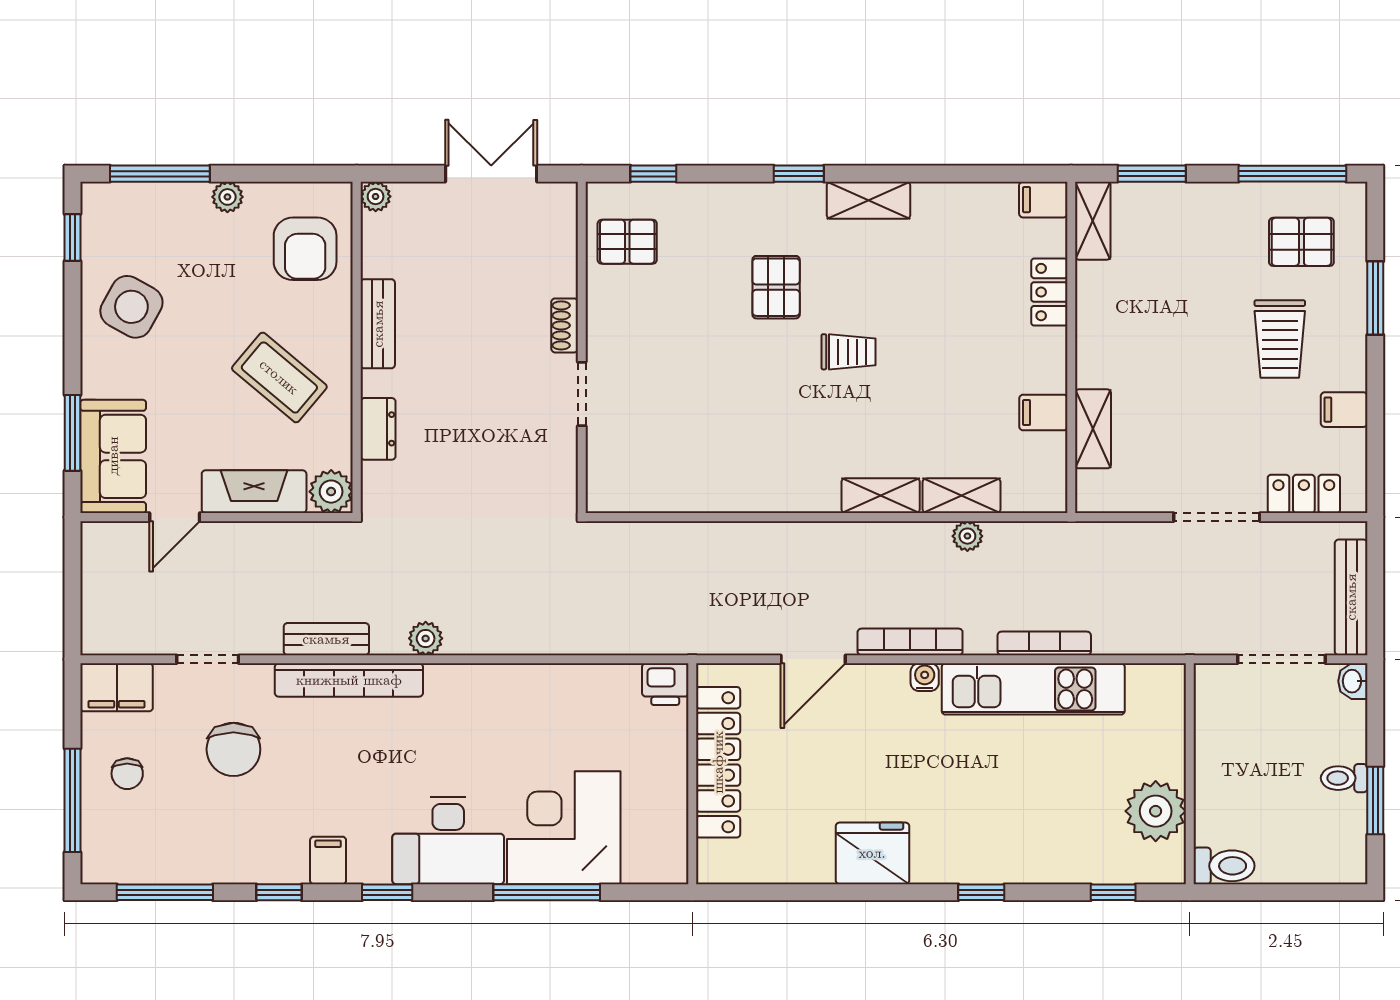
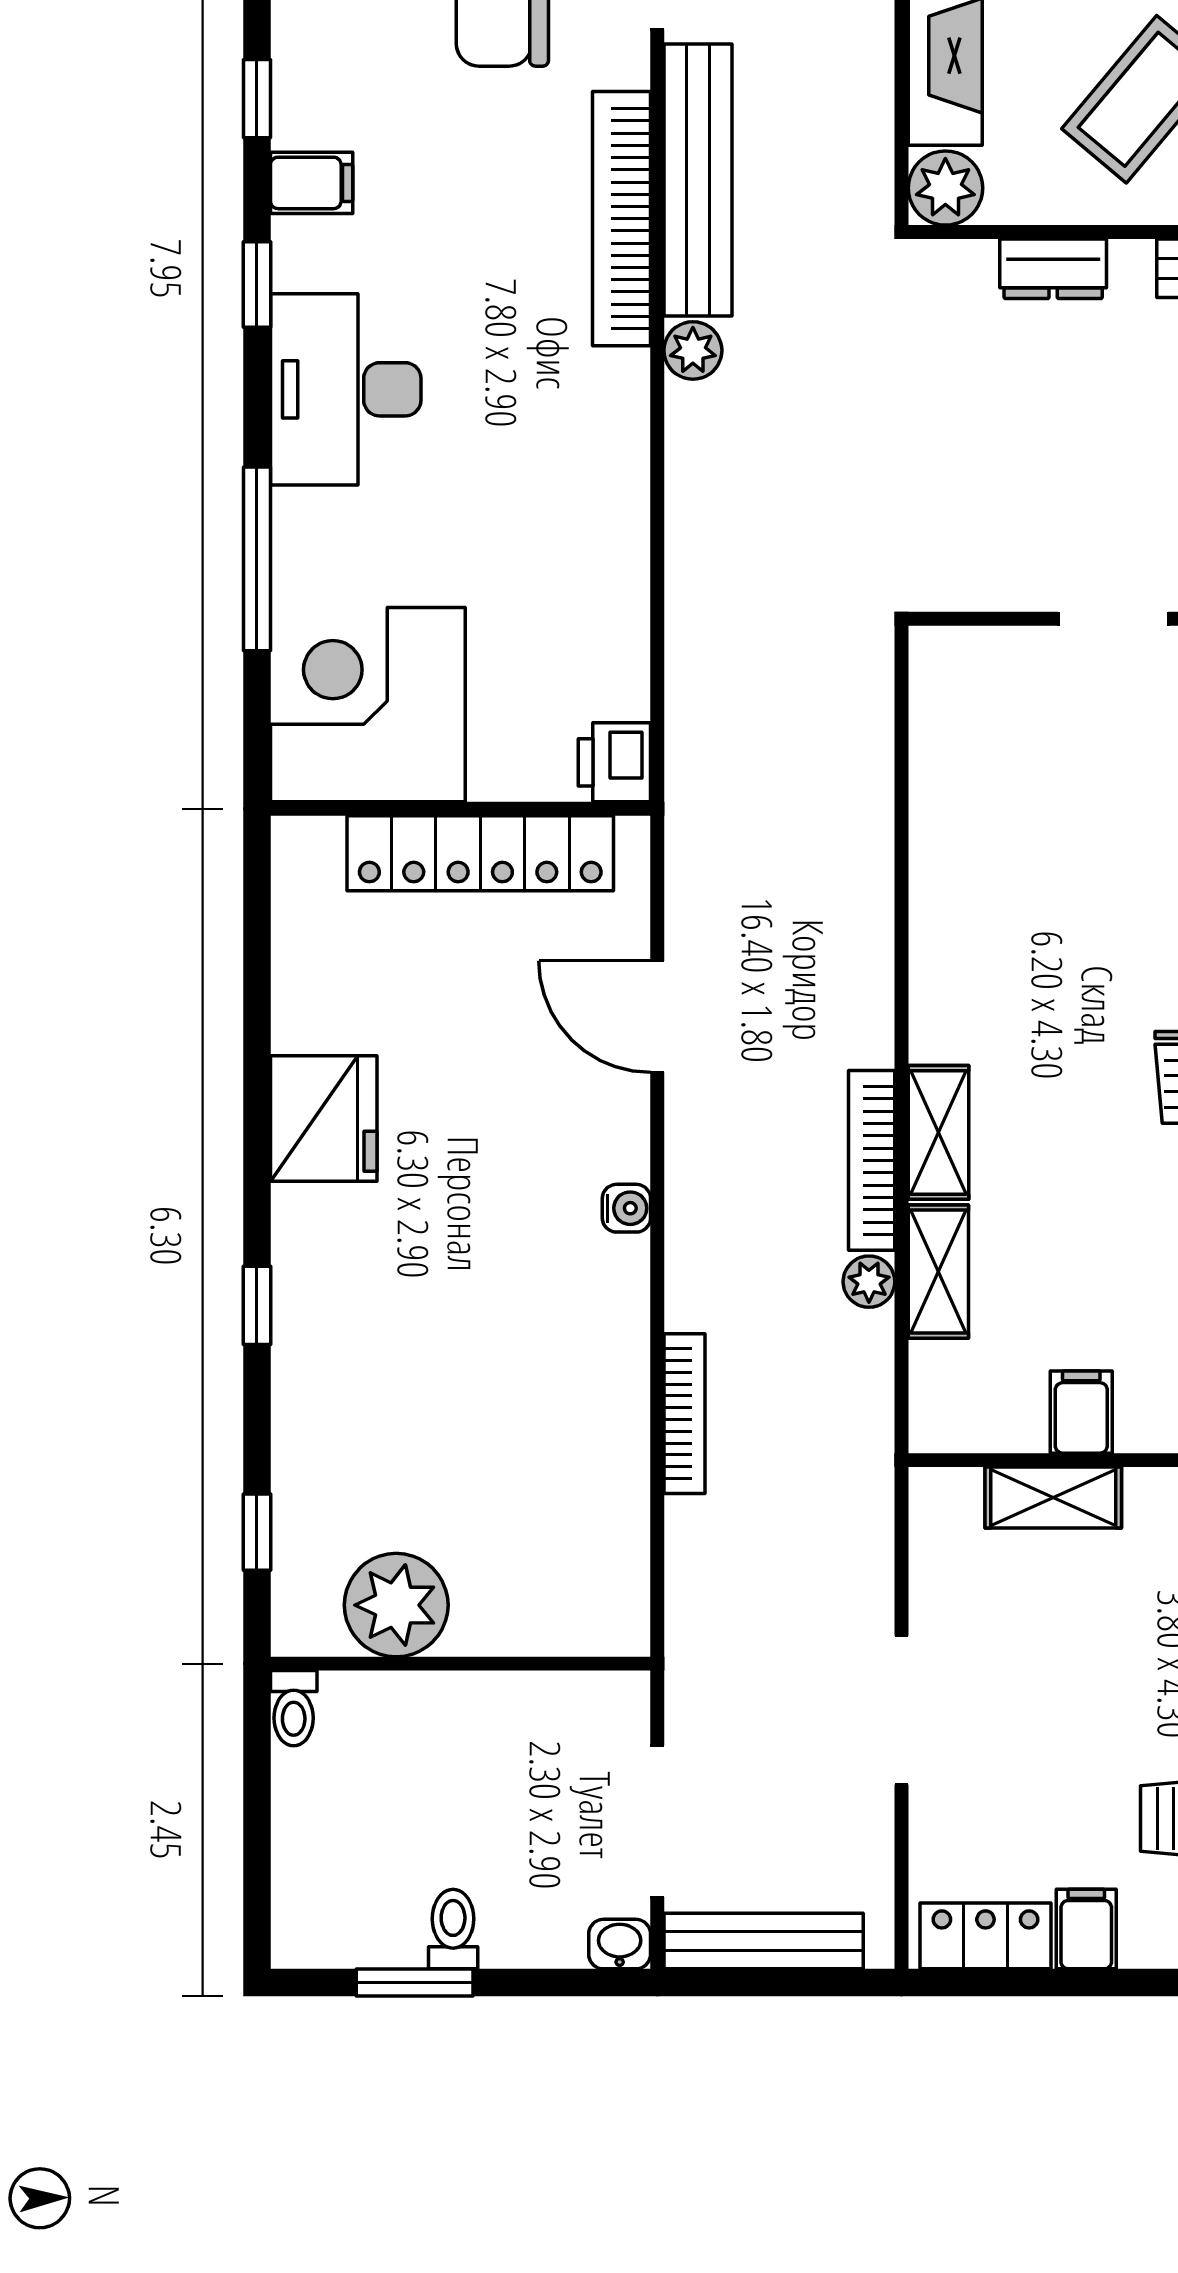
locker: (1304, 494) -> (985, 1936), moved, turned -90
bench: (326, 639) -> (698, 180), width x1.86, depth x1.21
bookcase: (910, 642) -> (872, 1160), moved, turned 180
kitchen unit: (1033, 689) -> (606, 1395), removed
corner desk: (564, 828) -> (368, 705), moved, turned -90
toilet: (1224, 866) -> (294, 1708), width x0.73, depth x0.72

